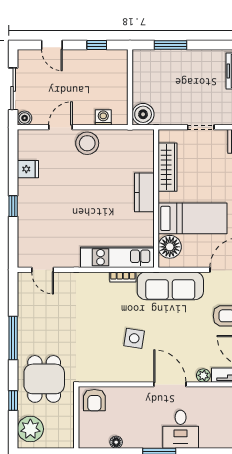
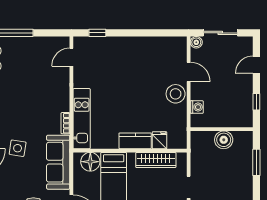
boiler: (143, 114) -> (224, 140), moved
fridge: (28, 169) -> (160, 140), moved, turned 180
window: (13, 206) -> (97, 33), moved
side table: (134, 338) -> (18, 148), moved

